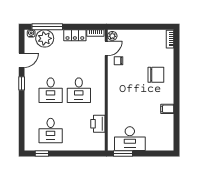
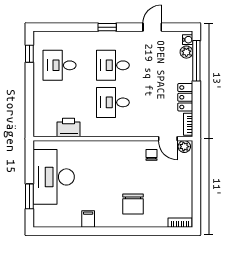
plant: (45, 38) -> (186, 52), width x0.53, depth x0.53
door: (22, 60) -> (152, 27), swing flipped
window: (22, 83) -> (107, 27), moved
desk: (130, 139) -> (54, 177), width x1.36, depth x1.30
window: (123, 153) -> (29, 196), moved

